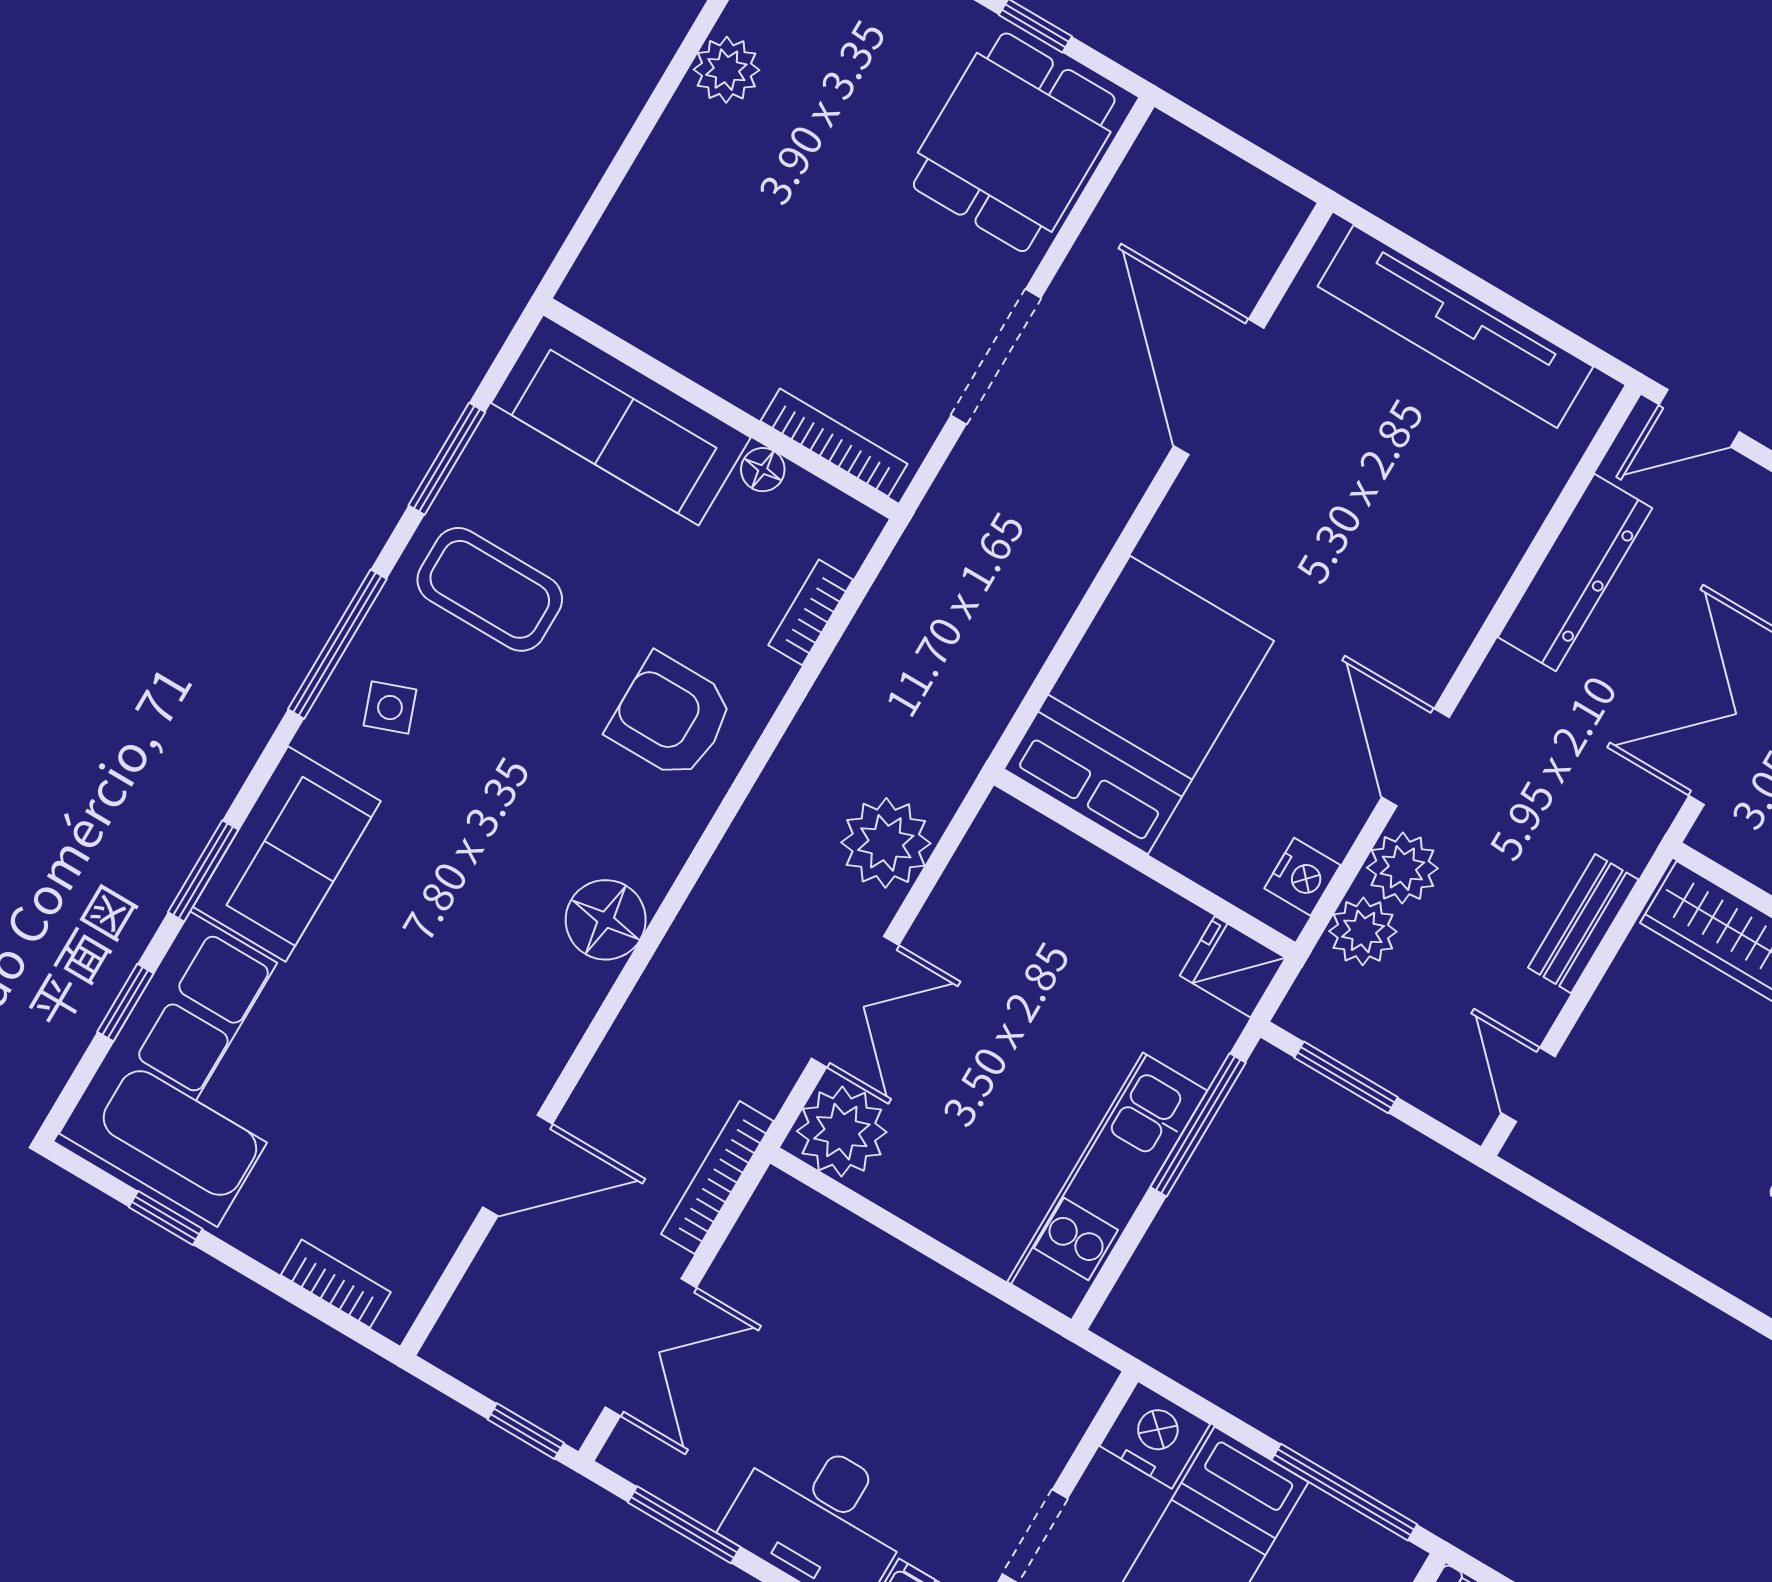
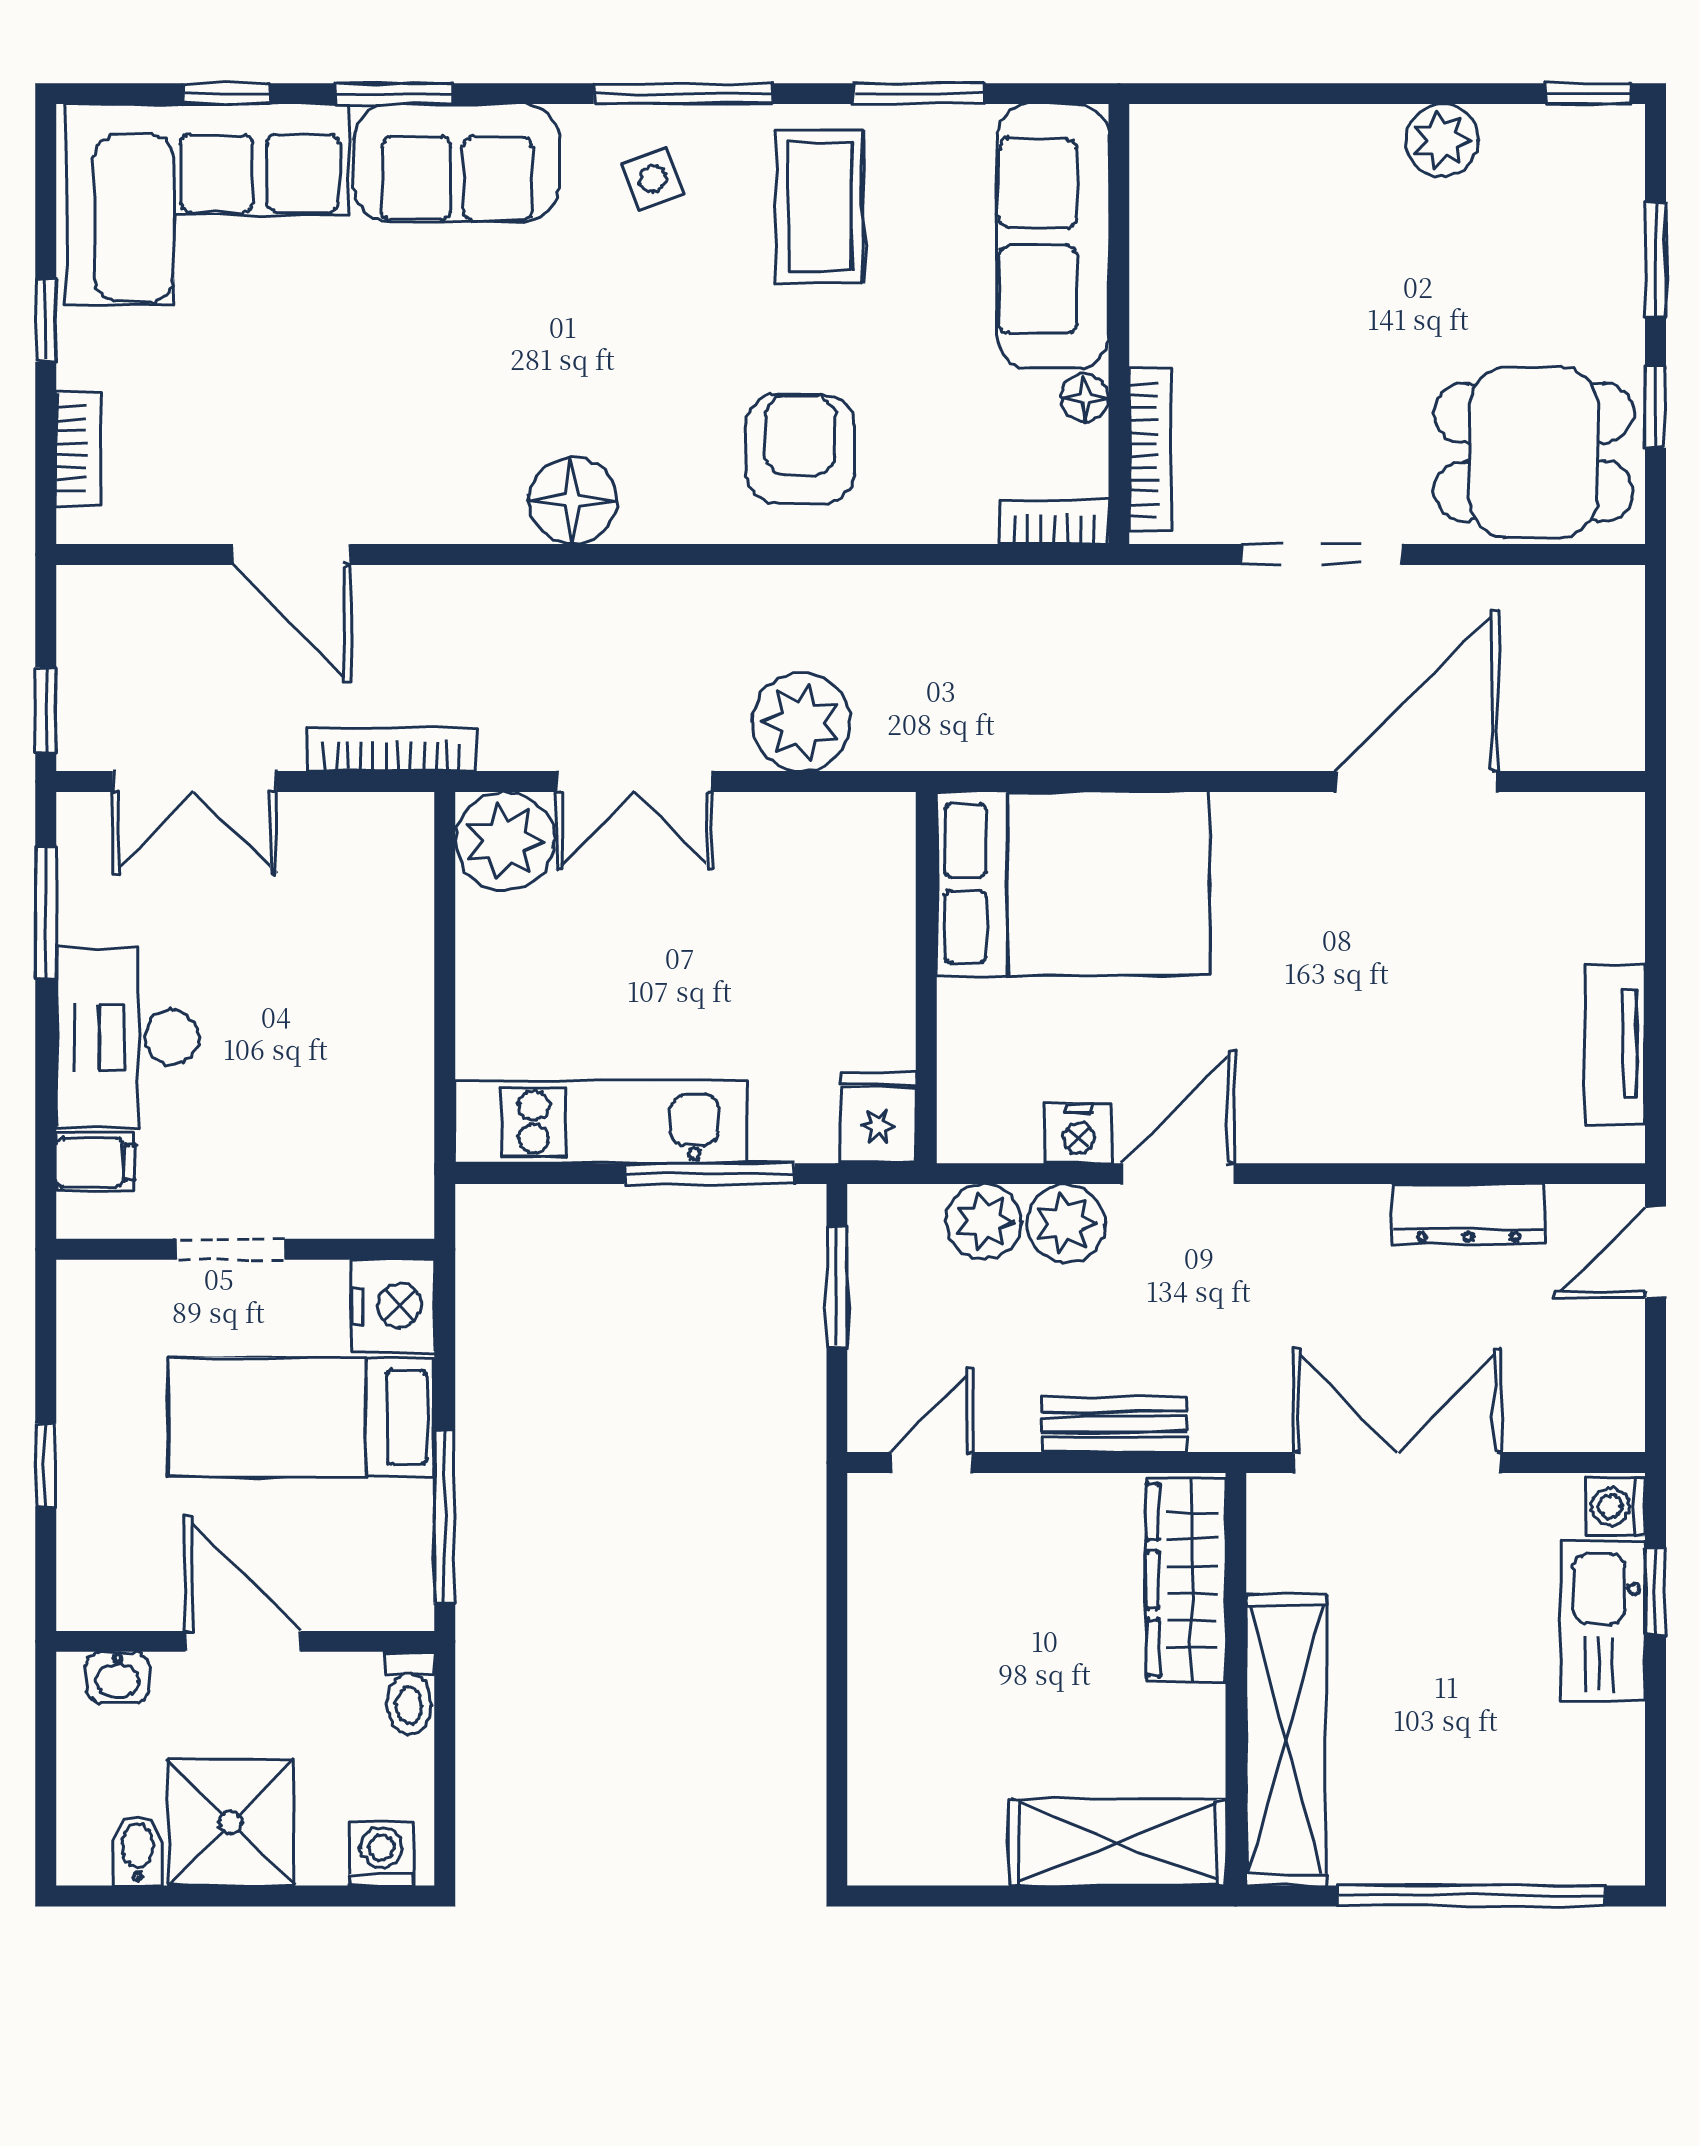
tv unit: (1455, 326) -> (1615, 1044), width x0.52, depth x0.78
door: (1699, 418) -> (1655, 1252), hinge flipped
dresser: (1575, 573) -> (1468, 1214), width x0.73, depth x0.80
bookcase: (811, 612) -> (1054, 522), moved
nightstand: (1302, 877) -> (1079, 1134), moved
window: (166, 1218) -> (46, 321), moved

